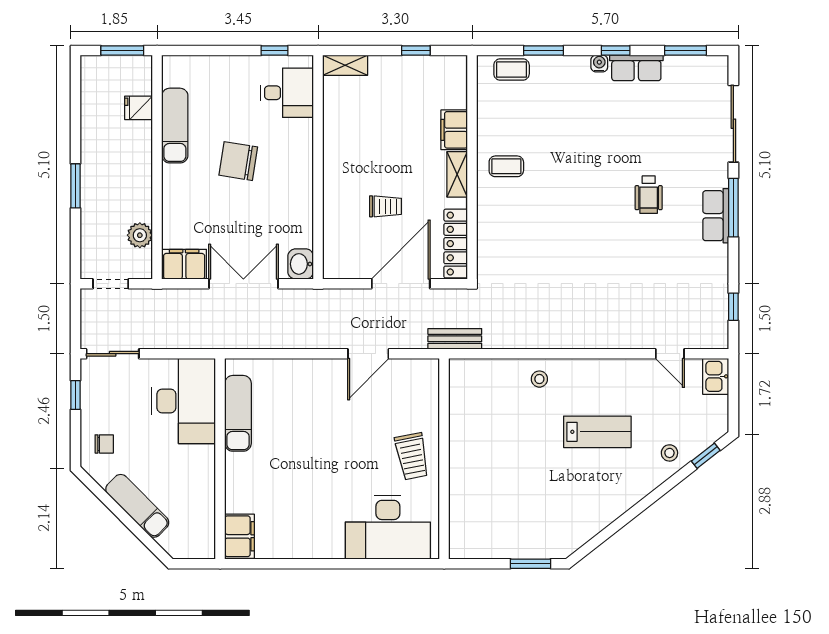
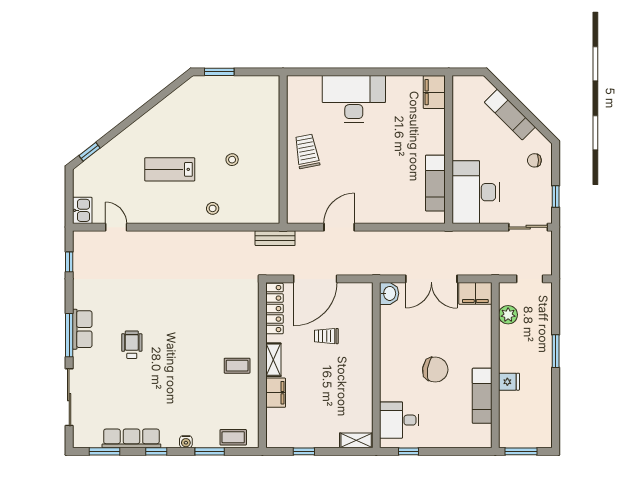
water cooler: (599, 63) -> (186, 442), moved
row of seats: (636, 68) -> (131, 438), width x1.48
fridge: (138, 108) -> (509, 382), moved
stool: (669, 453) -> (232, 160), moved
desk: (388, 527) -> (354, 99), moved

